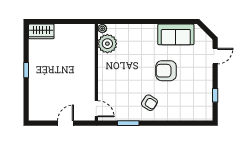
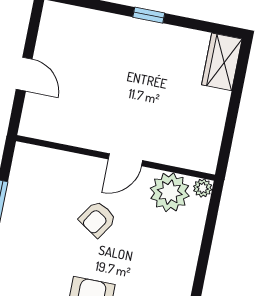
armchair: (149, 103) -> (97, 219), moved
door: (96, 109) -> (125, 160), moved

